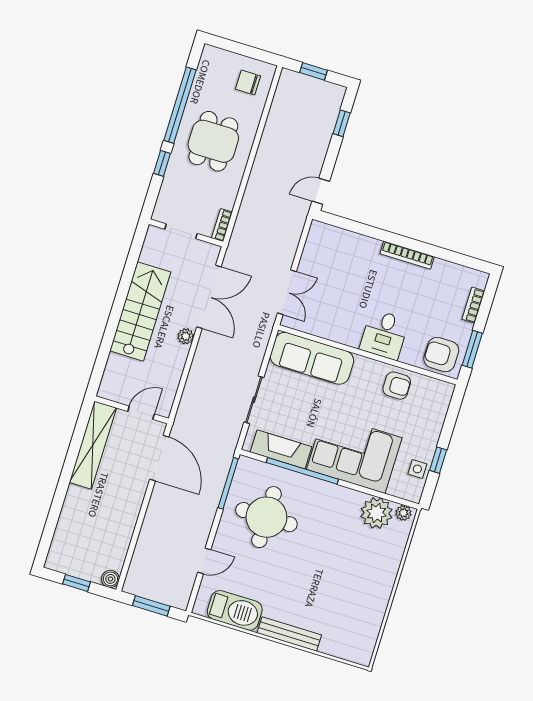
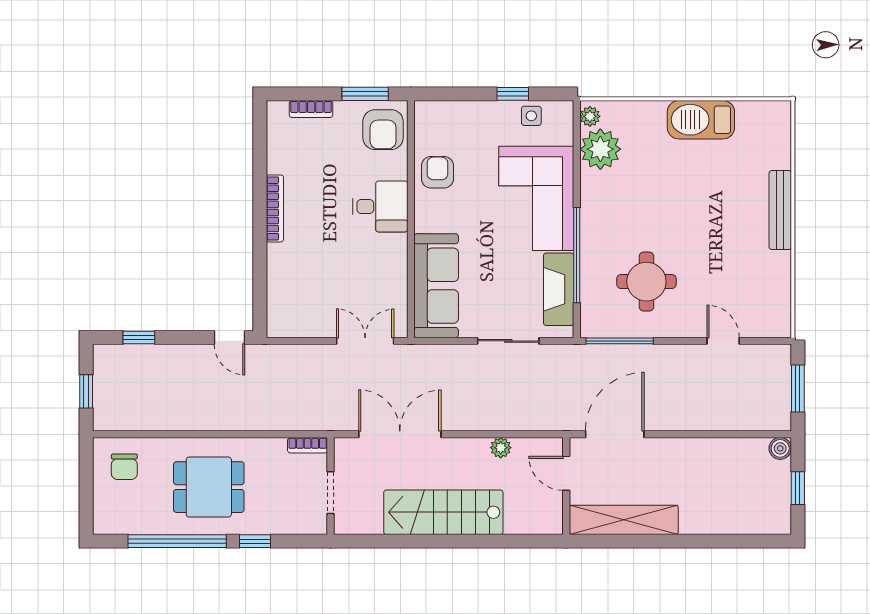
plant: (186, 336) -> (501, 448), moved
round table: (266, 517) -> (646, 282), width x0.73, depth x0.73
barbecue: (235, 610) -> (701, 120), moved, turned -90

